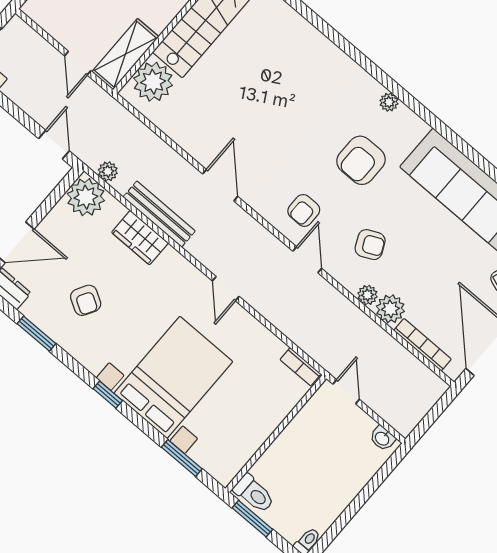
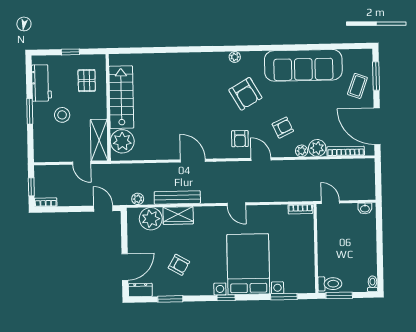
armchair: (361, 160) -> (245, 94), turned -30
plant: (86, 197) -> (151, 219), moved

